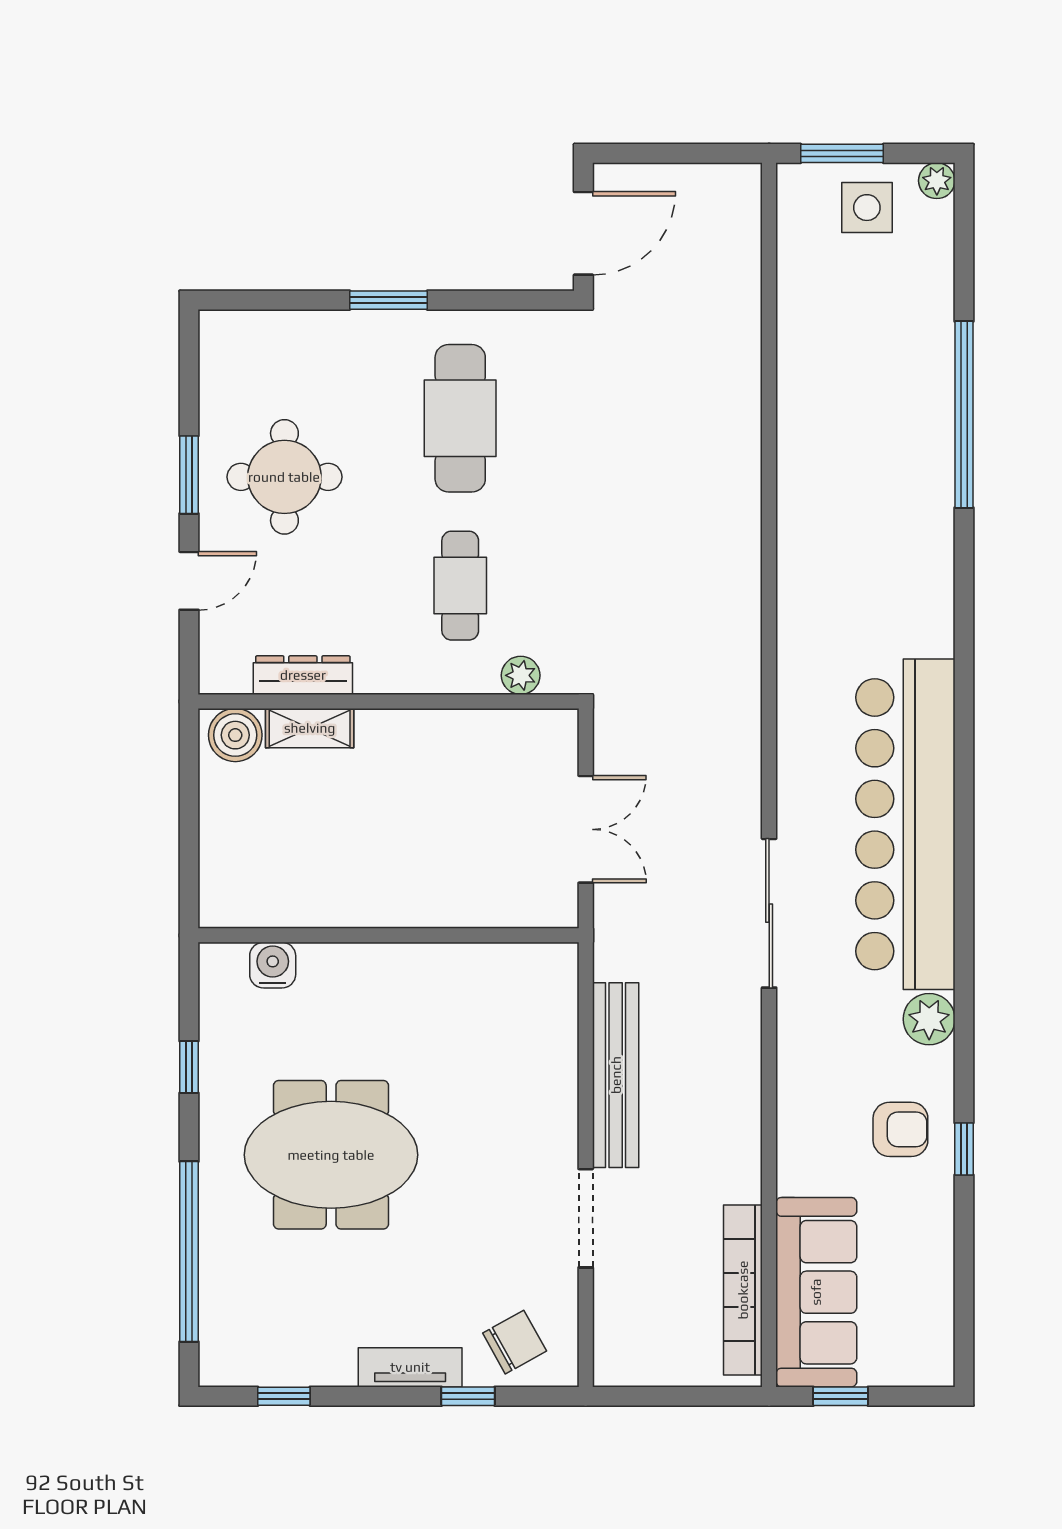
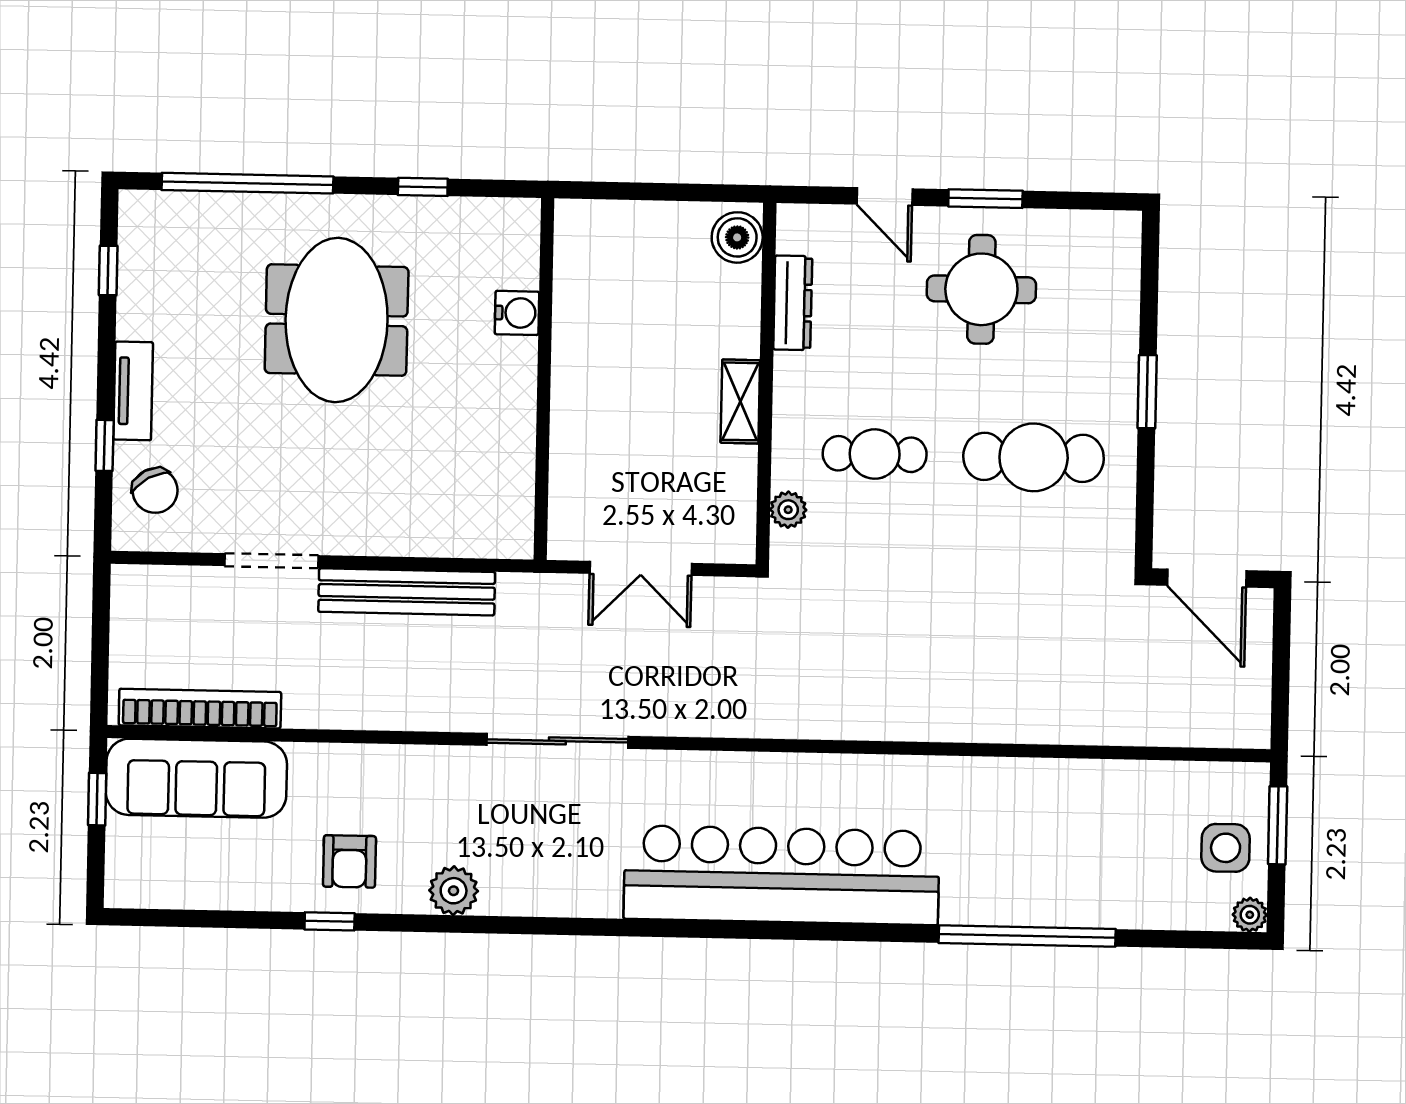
shelving: (310, 728) -> (740, 401), moved
bar counter: (905, 824) -> (782, 875), moved
water cooler: (273, 965) -> (517, 313), moved

